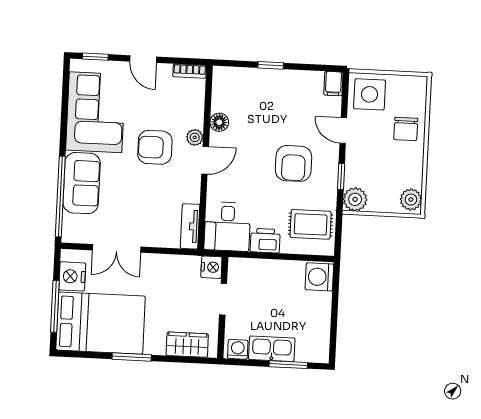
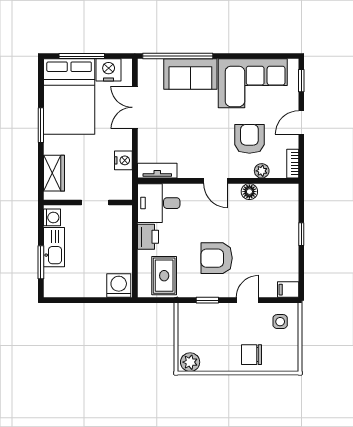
side table: (370, 94) -> (280, 322), width x0.54, depth x0.54
plant: (195, 137) -> (262, 171), moved
armchair: (155, 147) -> (249, 139), moved
plant: (355, 199) -> (188, 313), removed
nightstand: (211, 267) -> (123, 160), moved, turned -90

